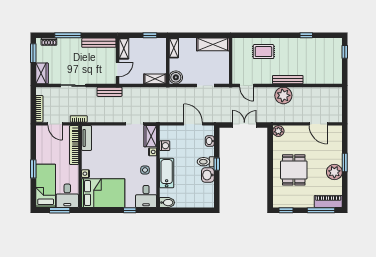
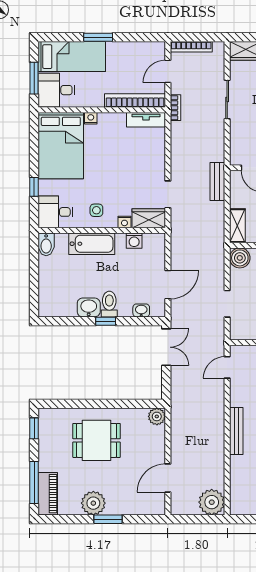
bench: (110, 92) -> (217, 181), moved
plant: (283, 95) -> (212, 502), moved
double door: (244, 125) -> (166, 347), moved

